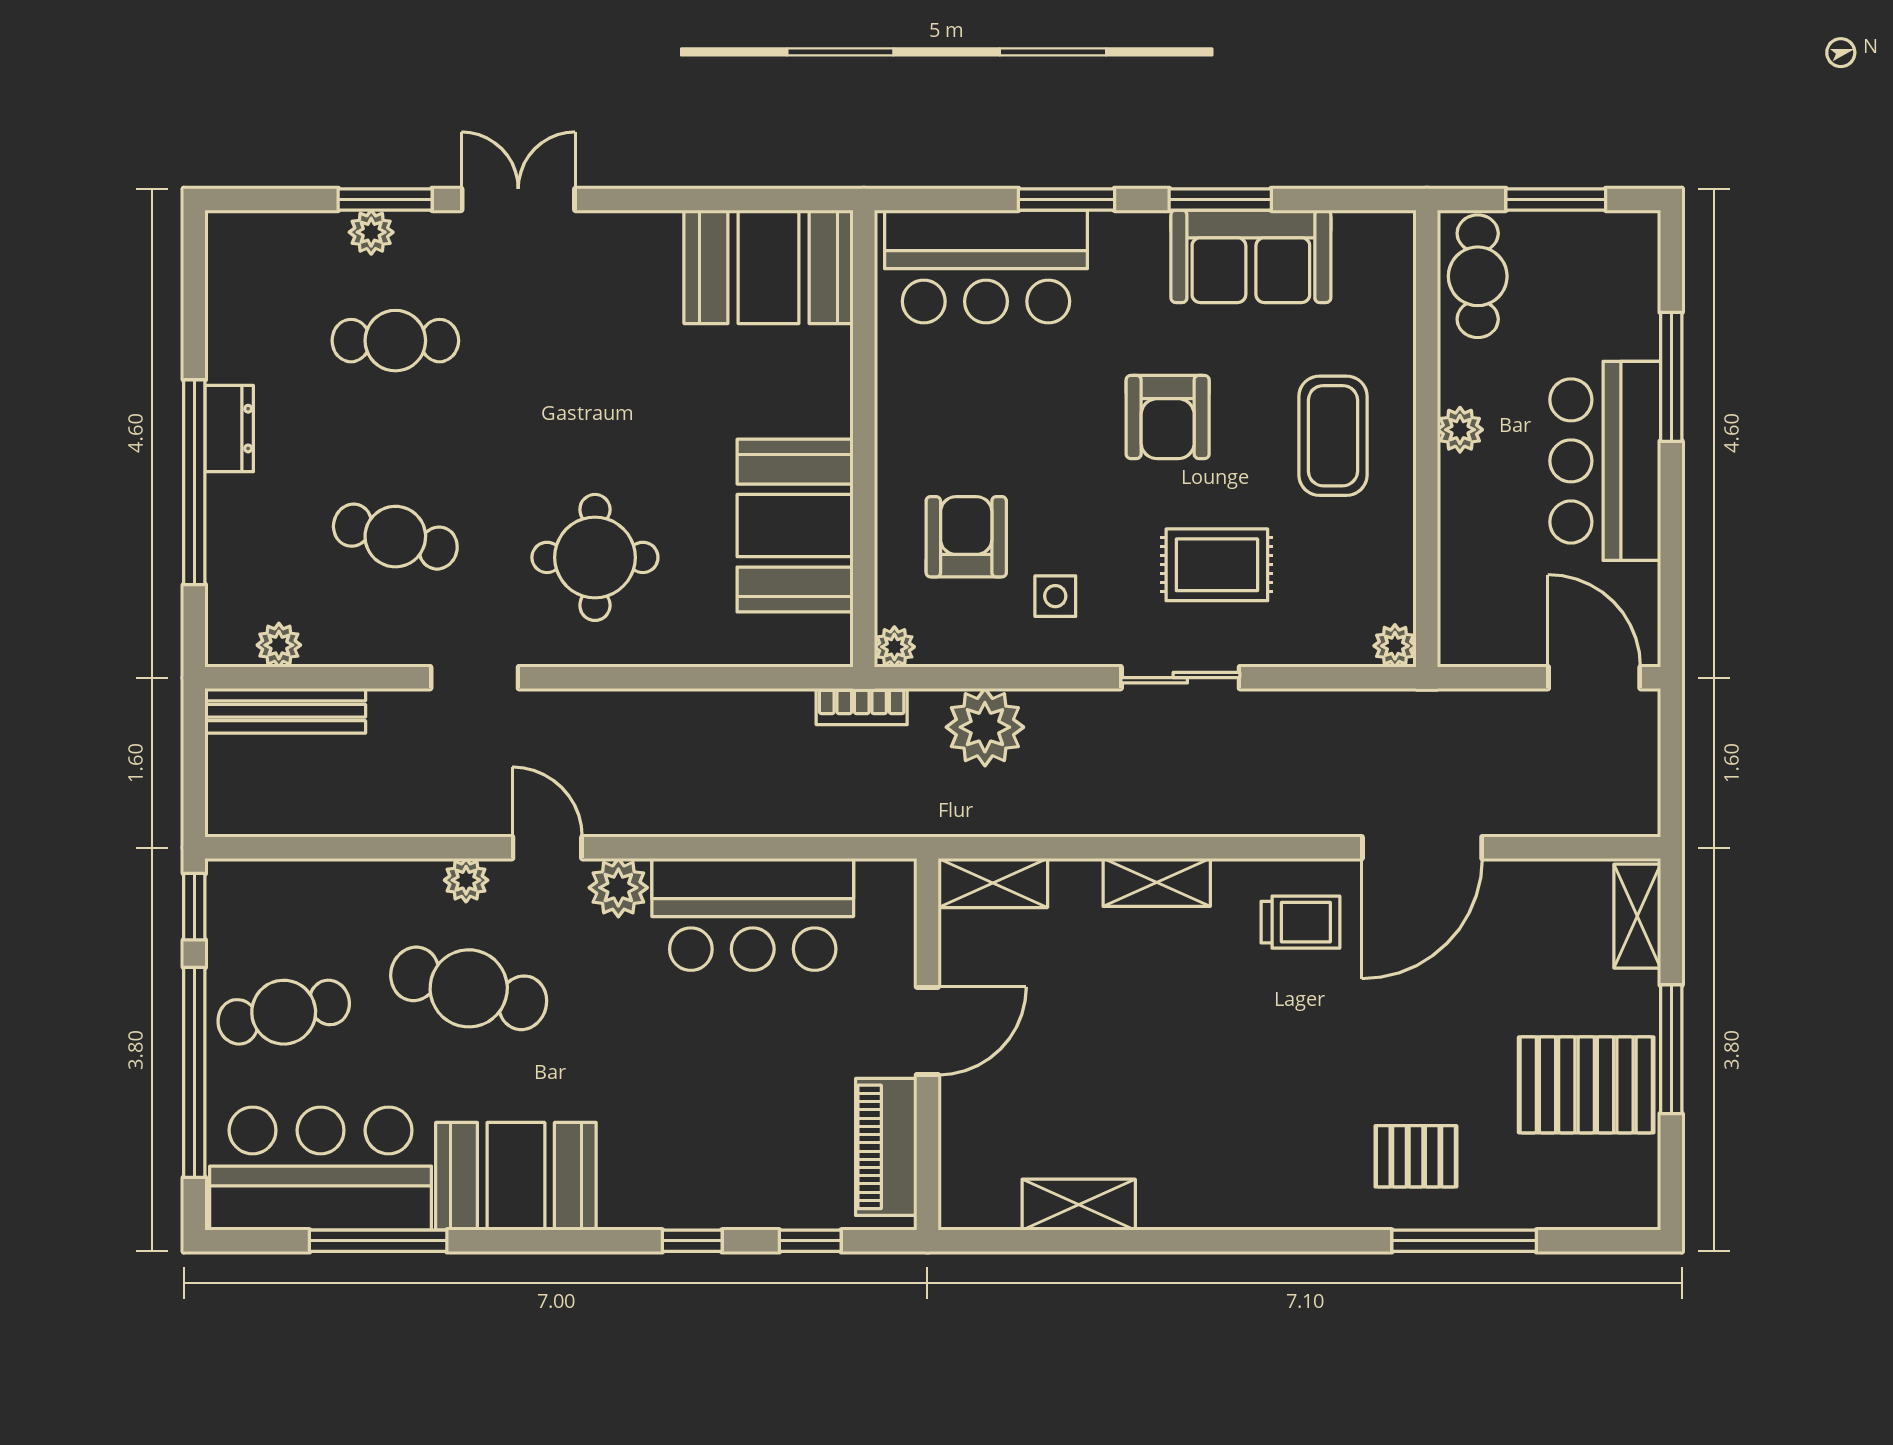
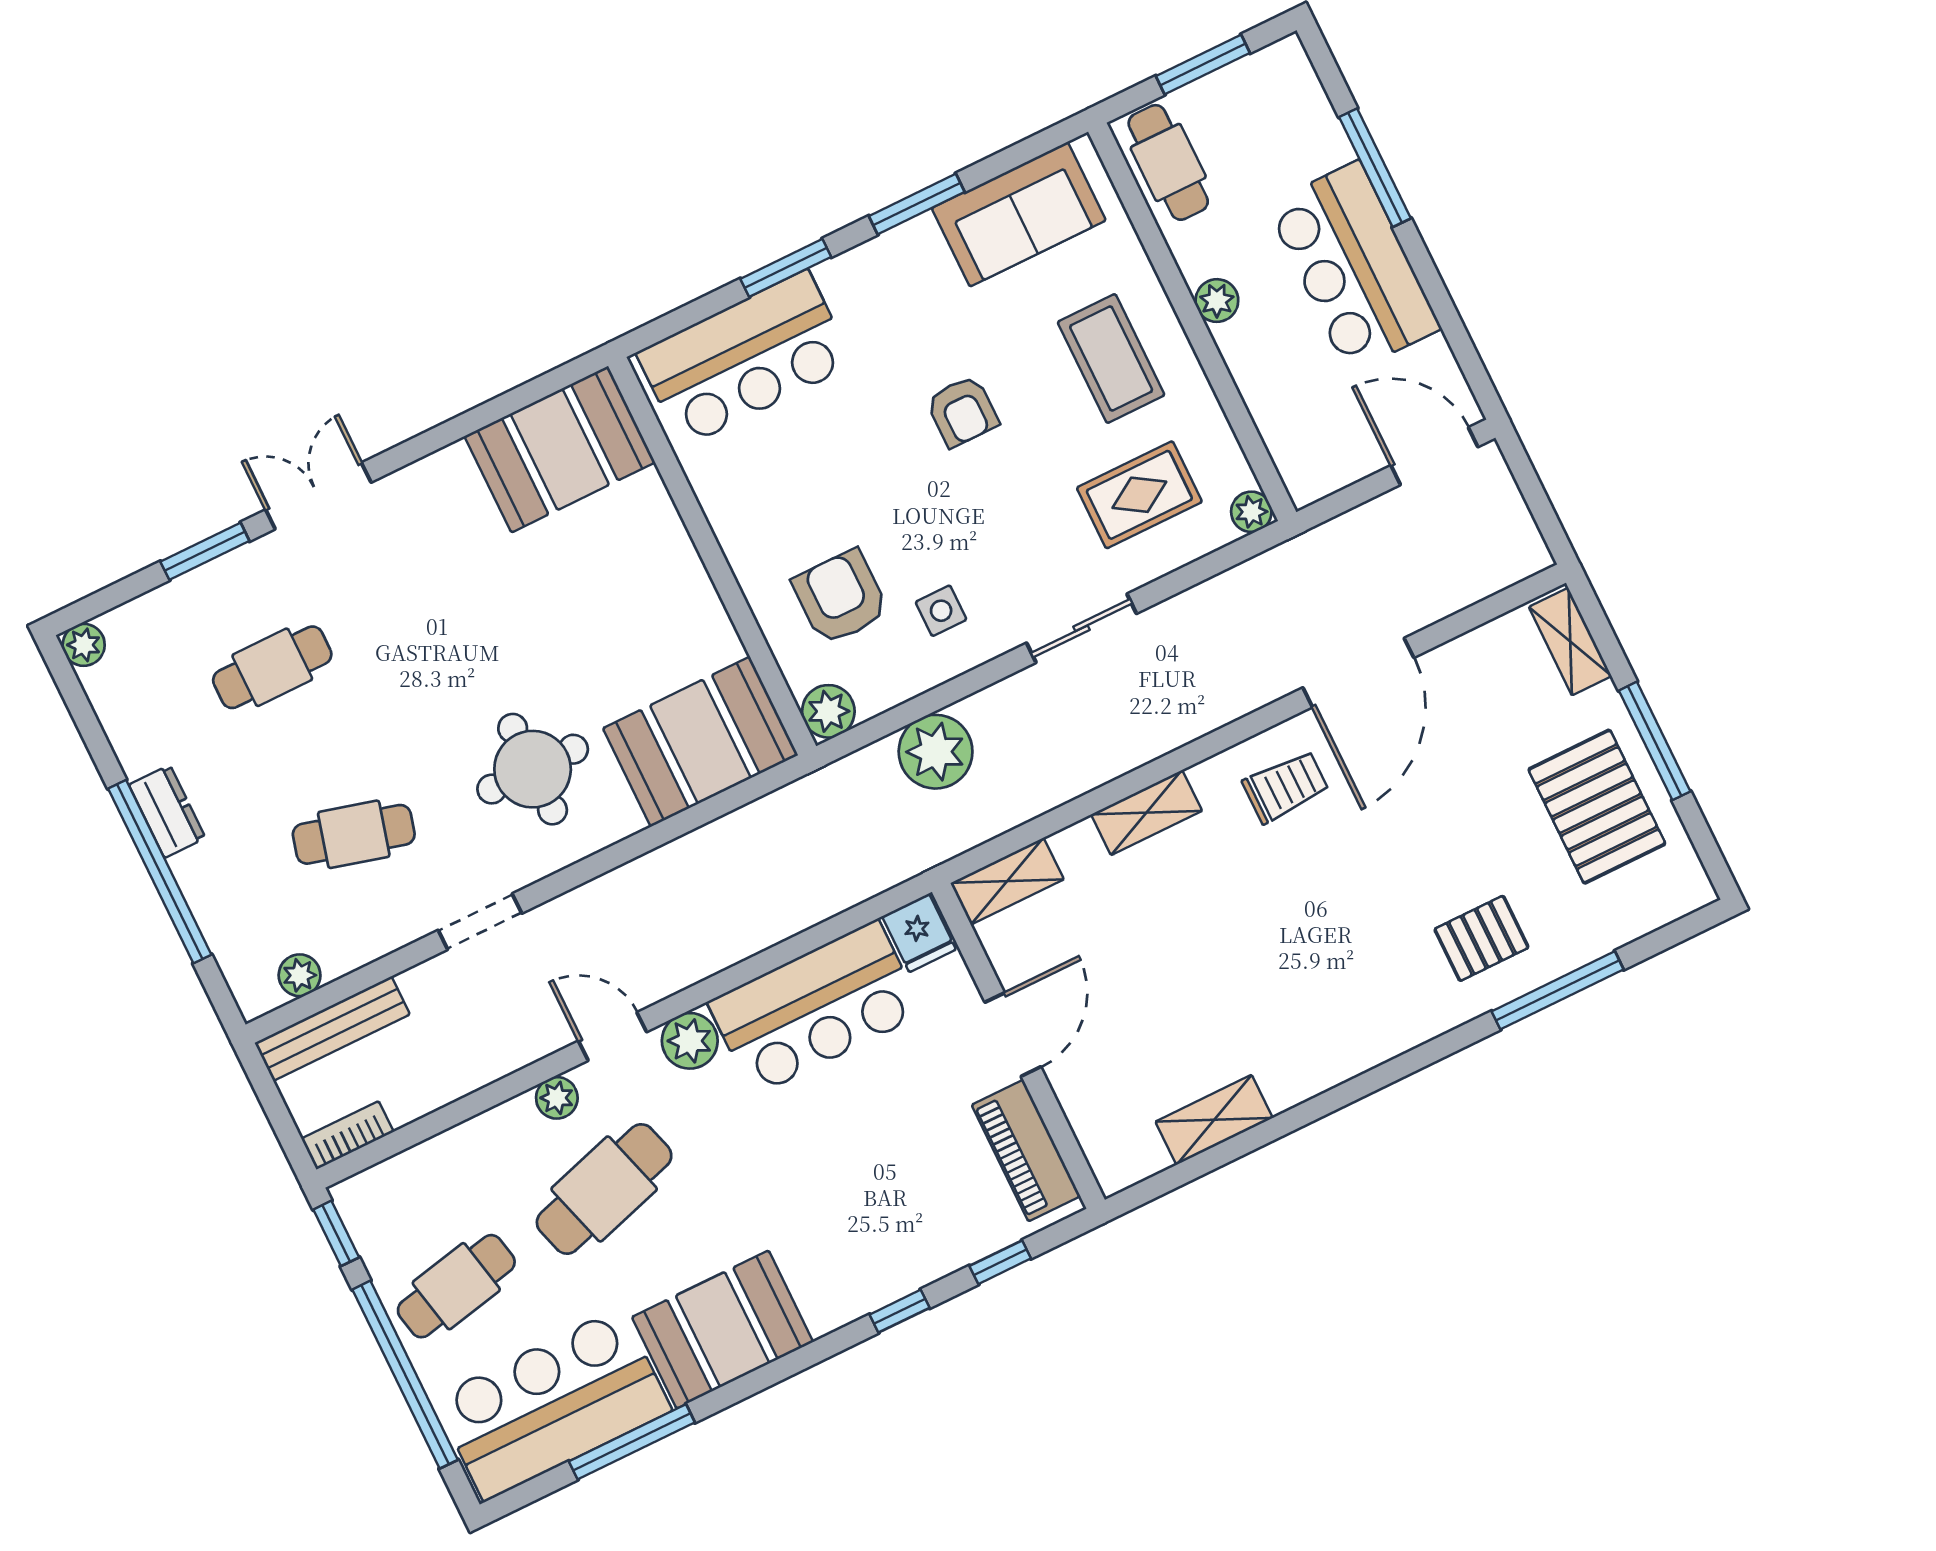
plant: (371, 232) -> (84, 645), moved
sofa: (1251, 256) -> (1019, 214), moved
armchair: (1168, 417) -> (962, 411), width x0.72, depth x0.72
booth: (795, 526) -> (700, 742), moved, turned 90
rug: (1217, 565) -> (1139, 495), moved
plant: (894, 647) -> (828, 711), width x1.38, depth x1.38
bookcase: (862, 706) -> (348, 1135), moved, turned 180
fridge: (886, 891) -> (919, 933), added
cafe table: (469, 988) -> (604, 1189), turned -32
pallet: (1586, 1085) -> (1597, 807), turned 90

